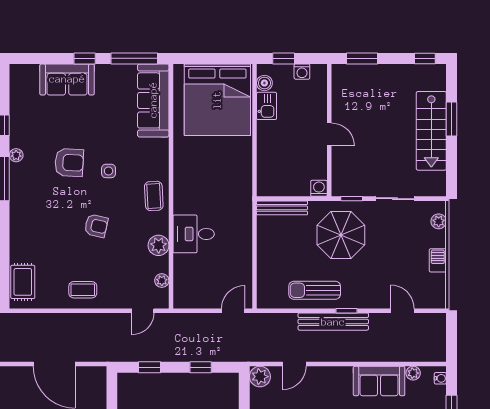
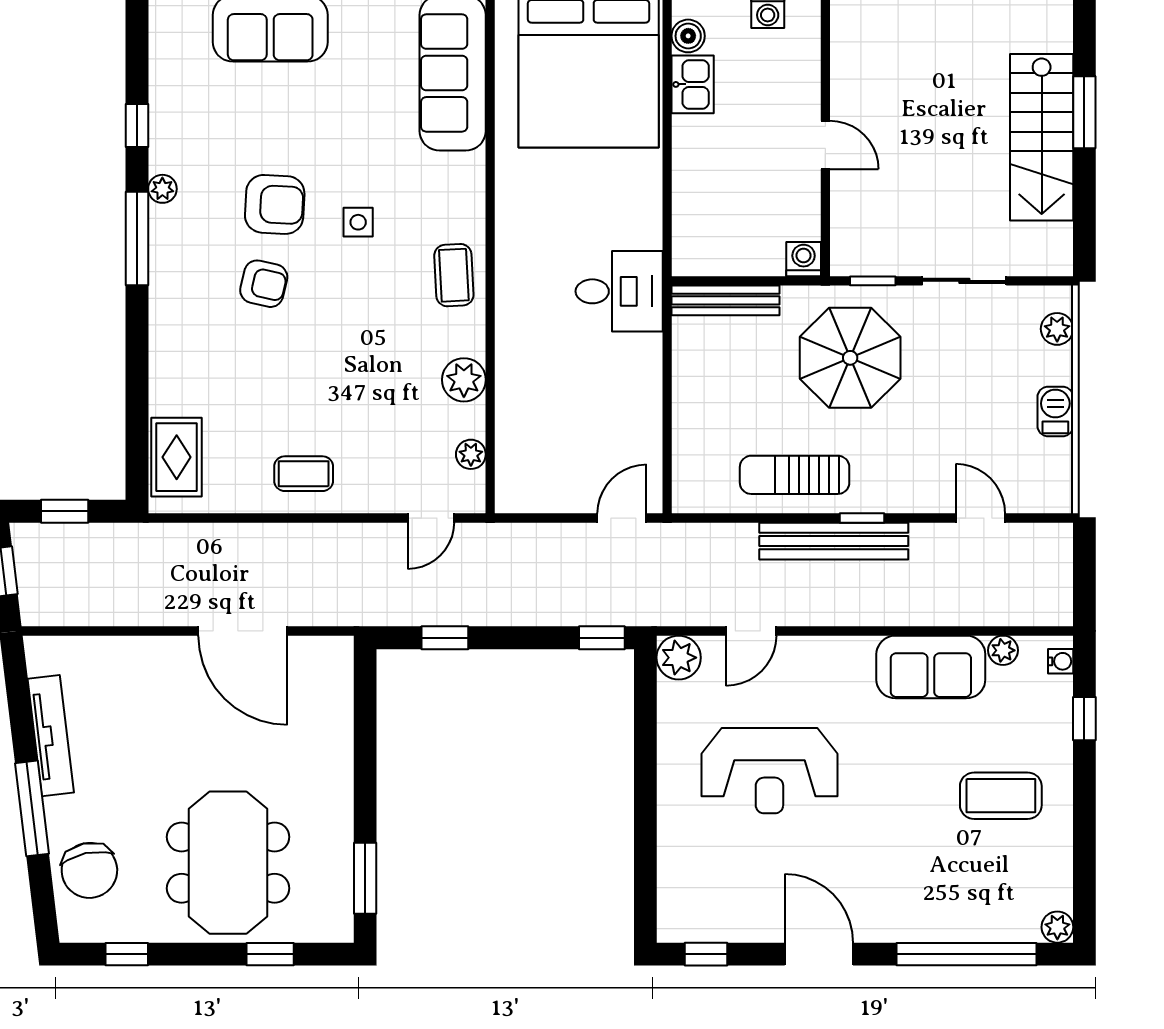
armchair: (96, 226) -> (264, 284), moved
desk: (194, 234) -> (619, 291), moved, turned 180
window: (201, 367) -> (602, 638), moved

